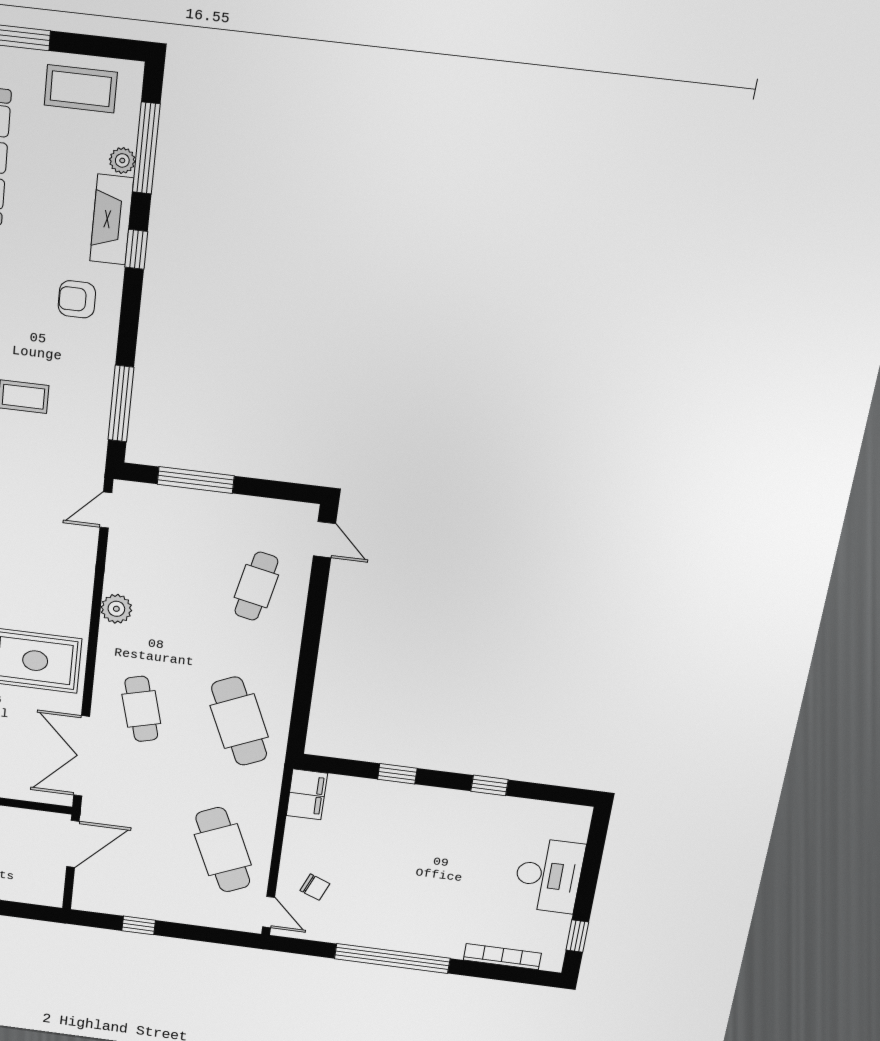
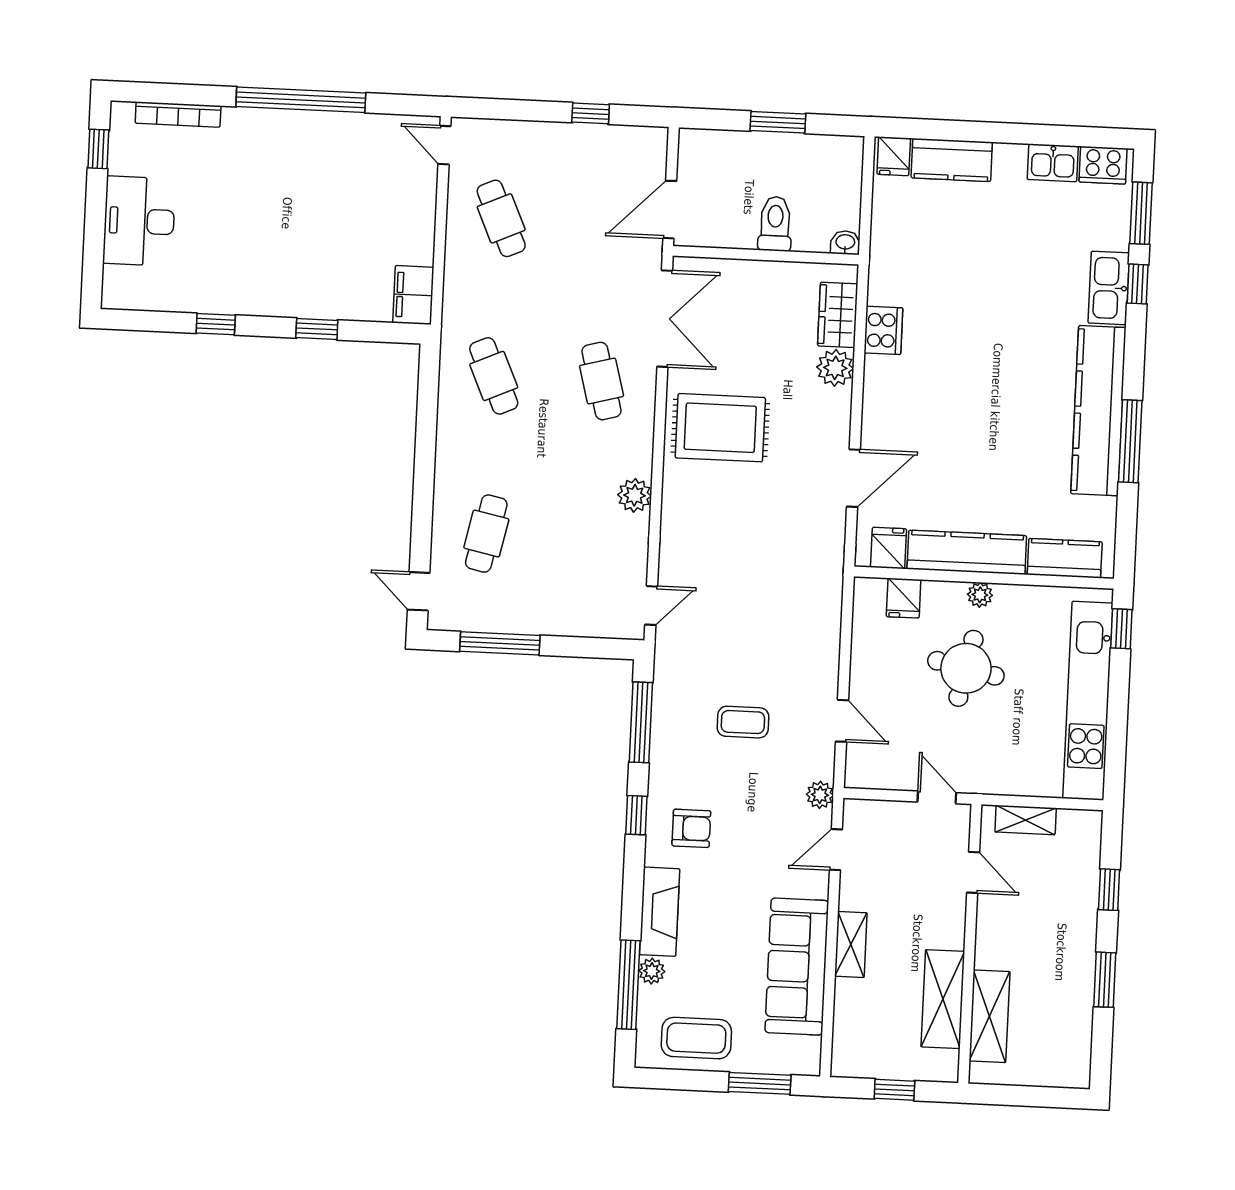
window: (136, 249) -> (636, 815), moved
window: (196, 480) -> (500, 643), moved
cafe table: (239, 721) -> (494, 376), width x0.73, depth x0.74
cafe table: (223, 850) -> (501, 218), width x0.73, depth x0.74
chair: (315, 887) -> (395, 182), removed

